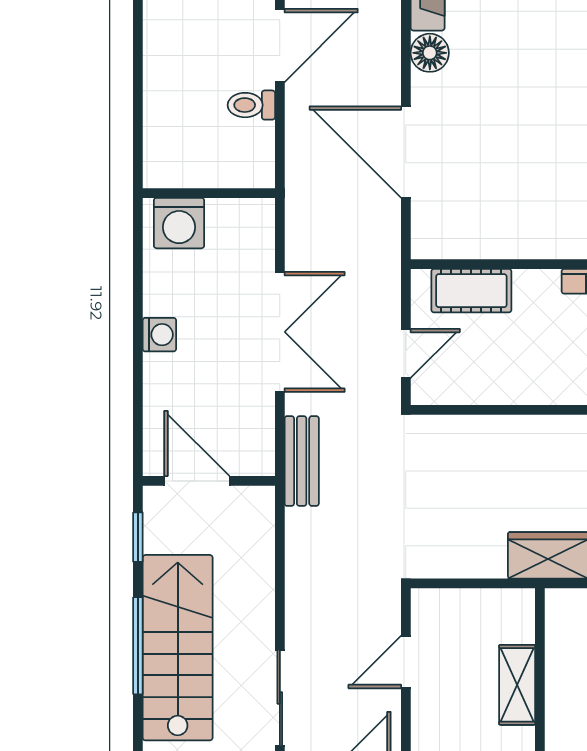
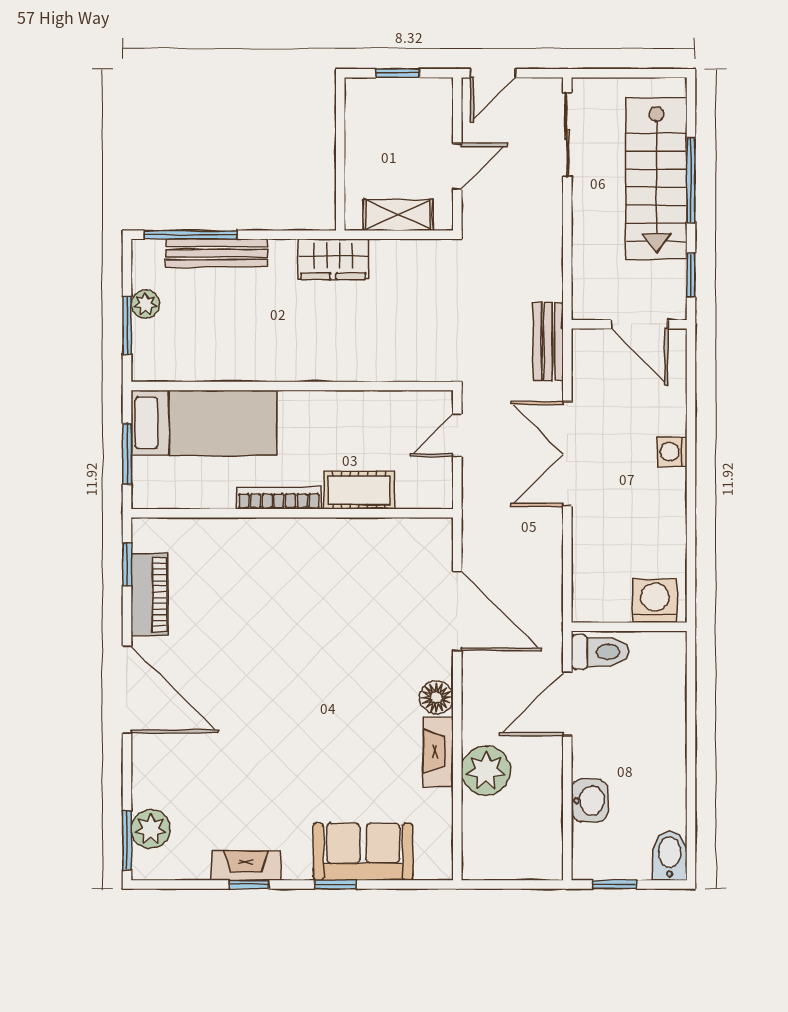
toilet: (251, 105) -> (600, 652), width x1.37, depth x1.39
wall: (209, 193) -> (629, 627), moved
washing machine: (179, 223) -> (655, 601), moved
cot: (471, 291) -> (359, 490), moved
shelving: (517, 685) -> (398, 215), moved, turned 90

